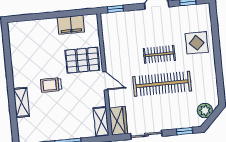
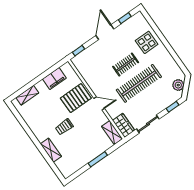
shelving: (30, 26) -> (27, 95), added

